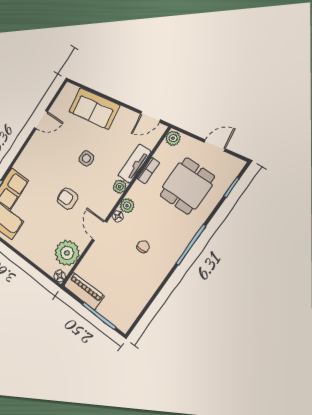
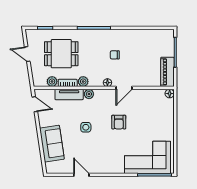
plant: (173, 138) -> (52, 81), moved
plant: (127, 206) -> (83, 82), moved
plant: (67, 253) -> (152, 99), removed

